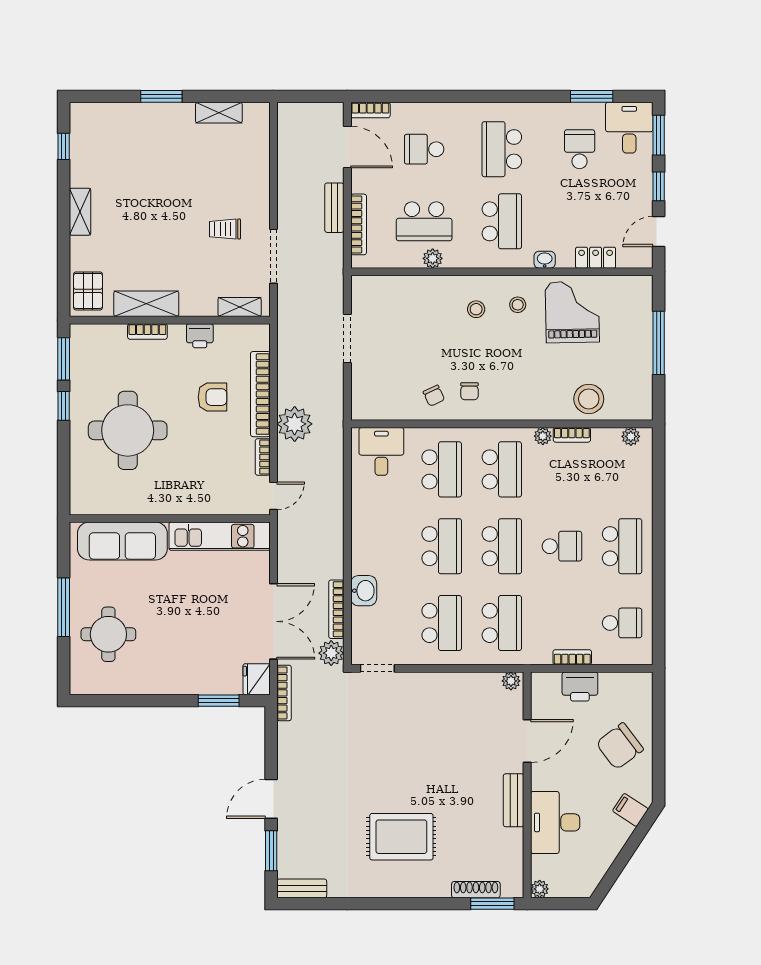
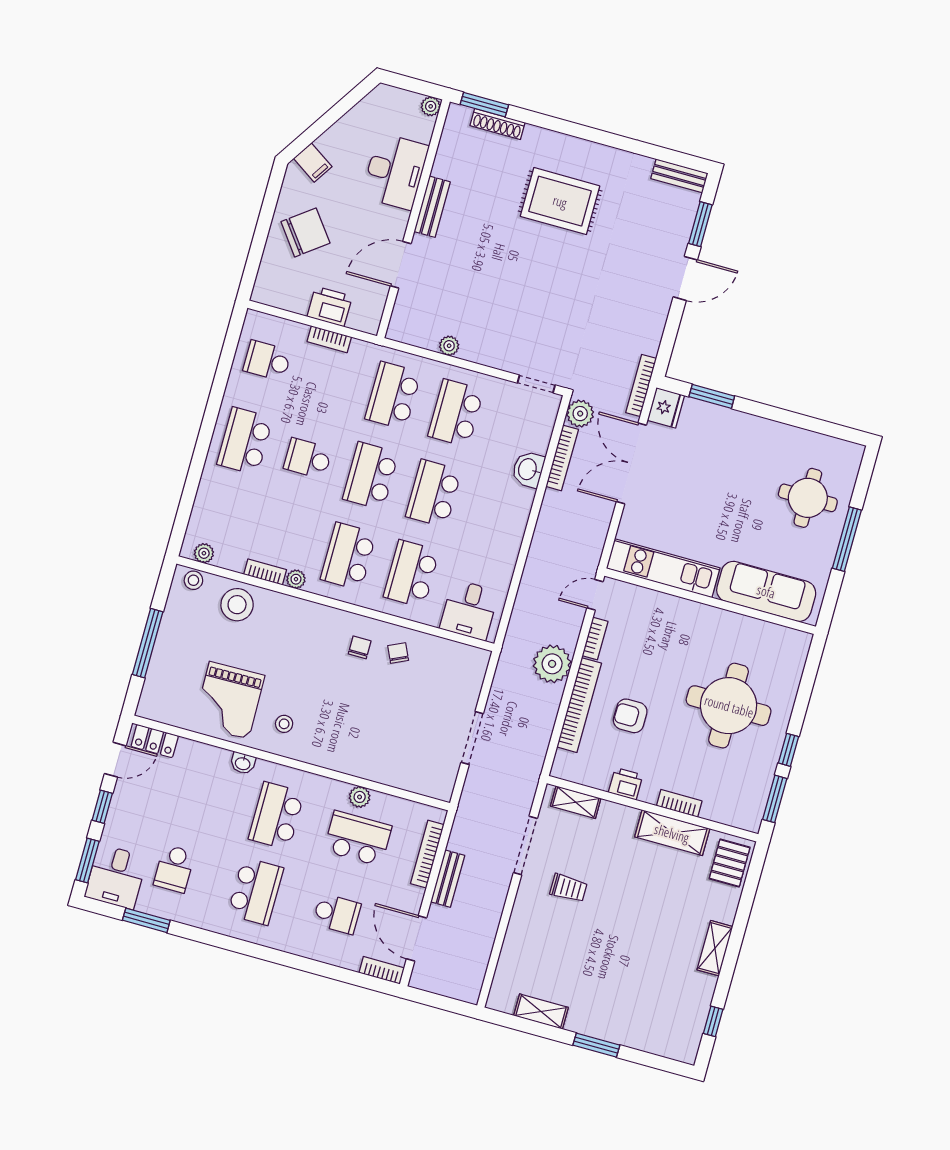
locker: (596, 258) -> (155, 741), moved
stool: (476, 309) -> (193, 580), moved
plant: (511, 681) -> (449, 346), moved

